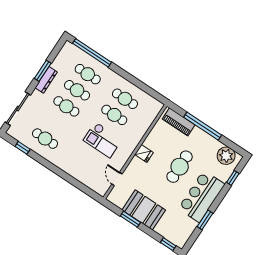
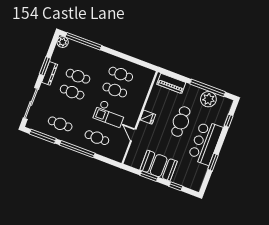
plant: (69, 48) -> (63, 42), added
cafe table: (88, 74) -> (97, 138), moved
window: (203, 126) -> (208, 88), moved
window: (23, 148) -> (43, 136), width x2.17
plant: (226, 156) -> (208, 99), moved
window: (58, 171) -> (77, 149), added
door: (117, 179) -> (133, 135), moved
window: (168, 244) -> (176, 186), moved

